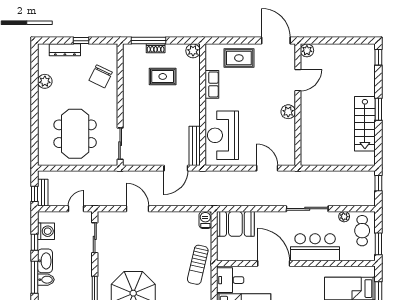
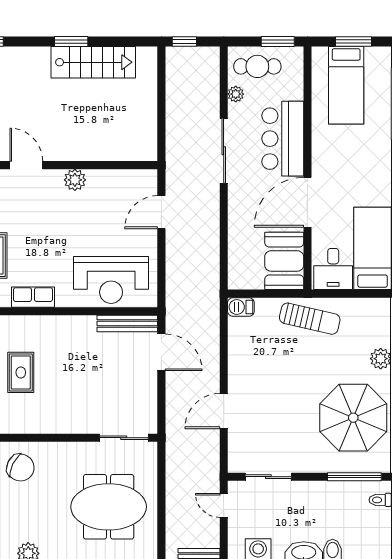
booth: (235, 224) -> (284, 261), moved

